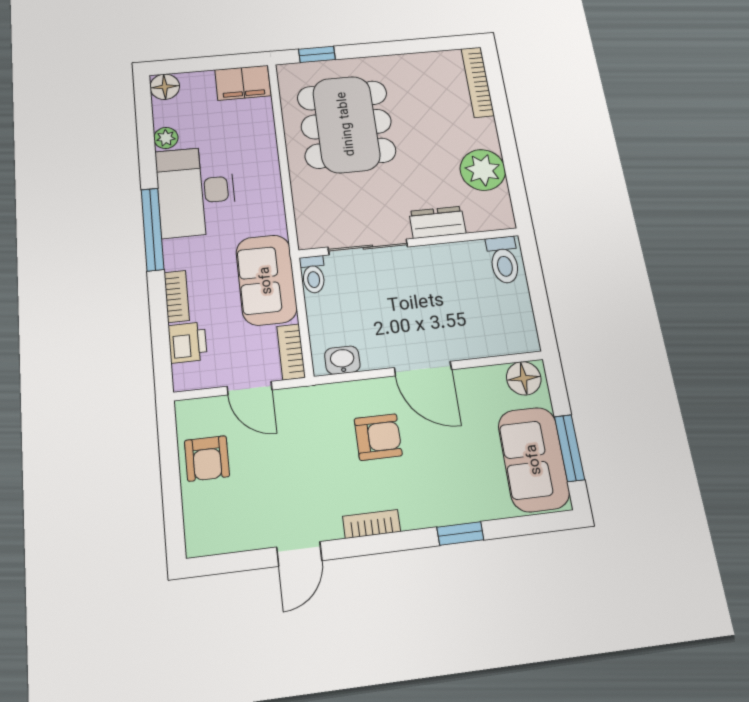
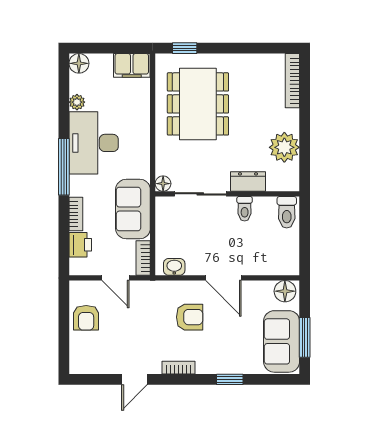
floor lamp: (309, 238) -> (163, 184), added
toilet: (313, 275) -> (245, 209), moved

